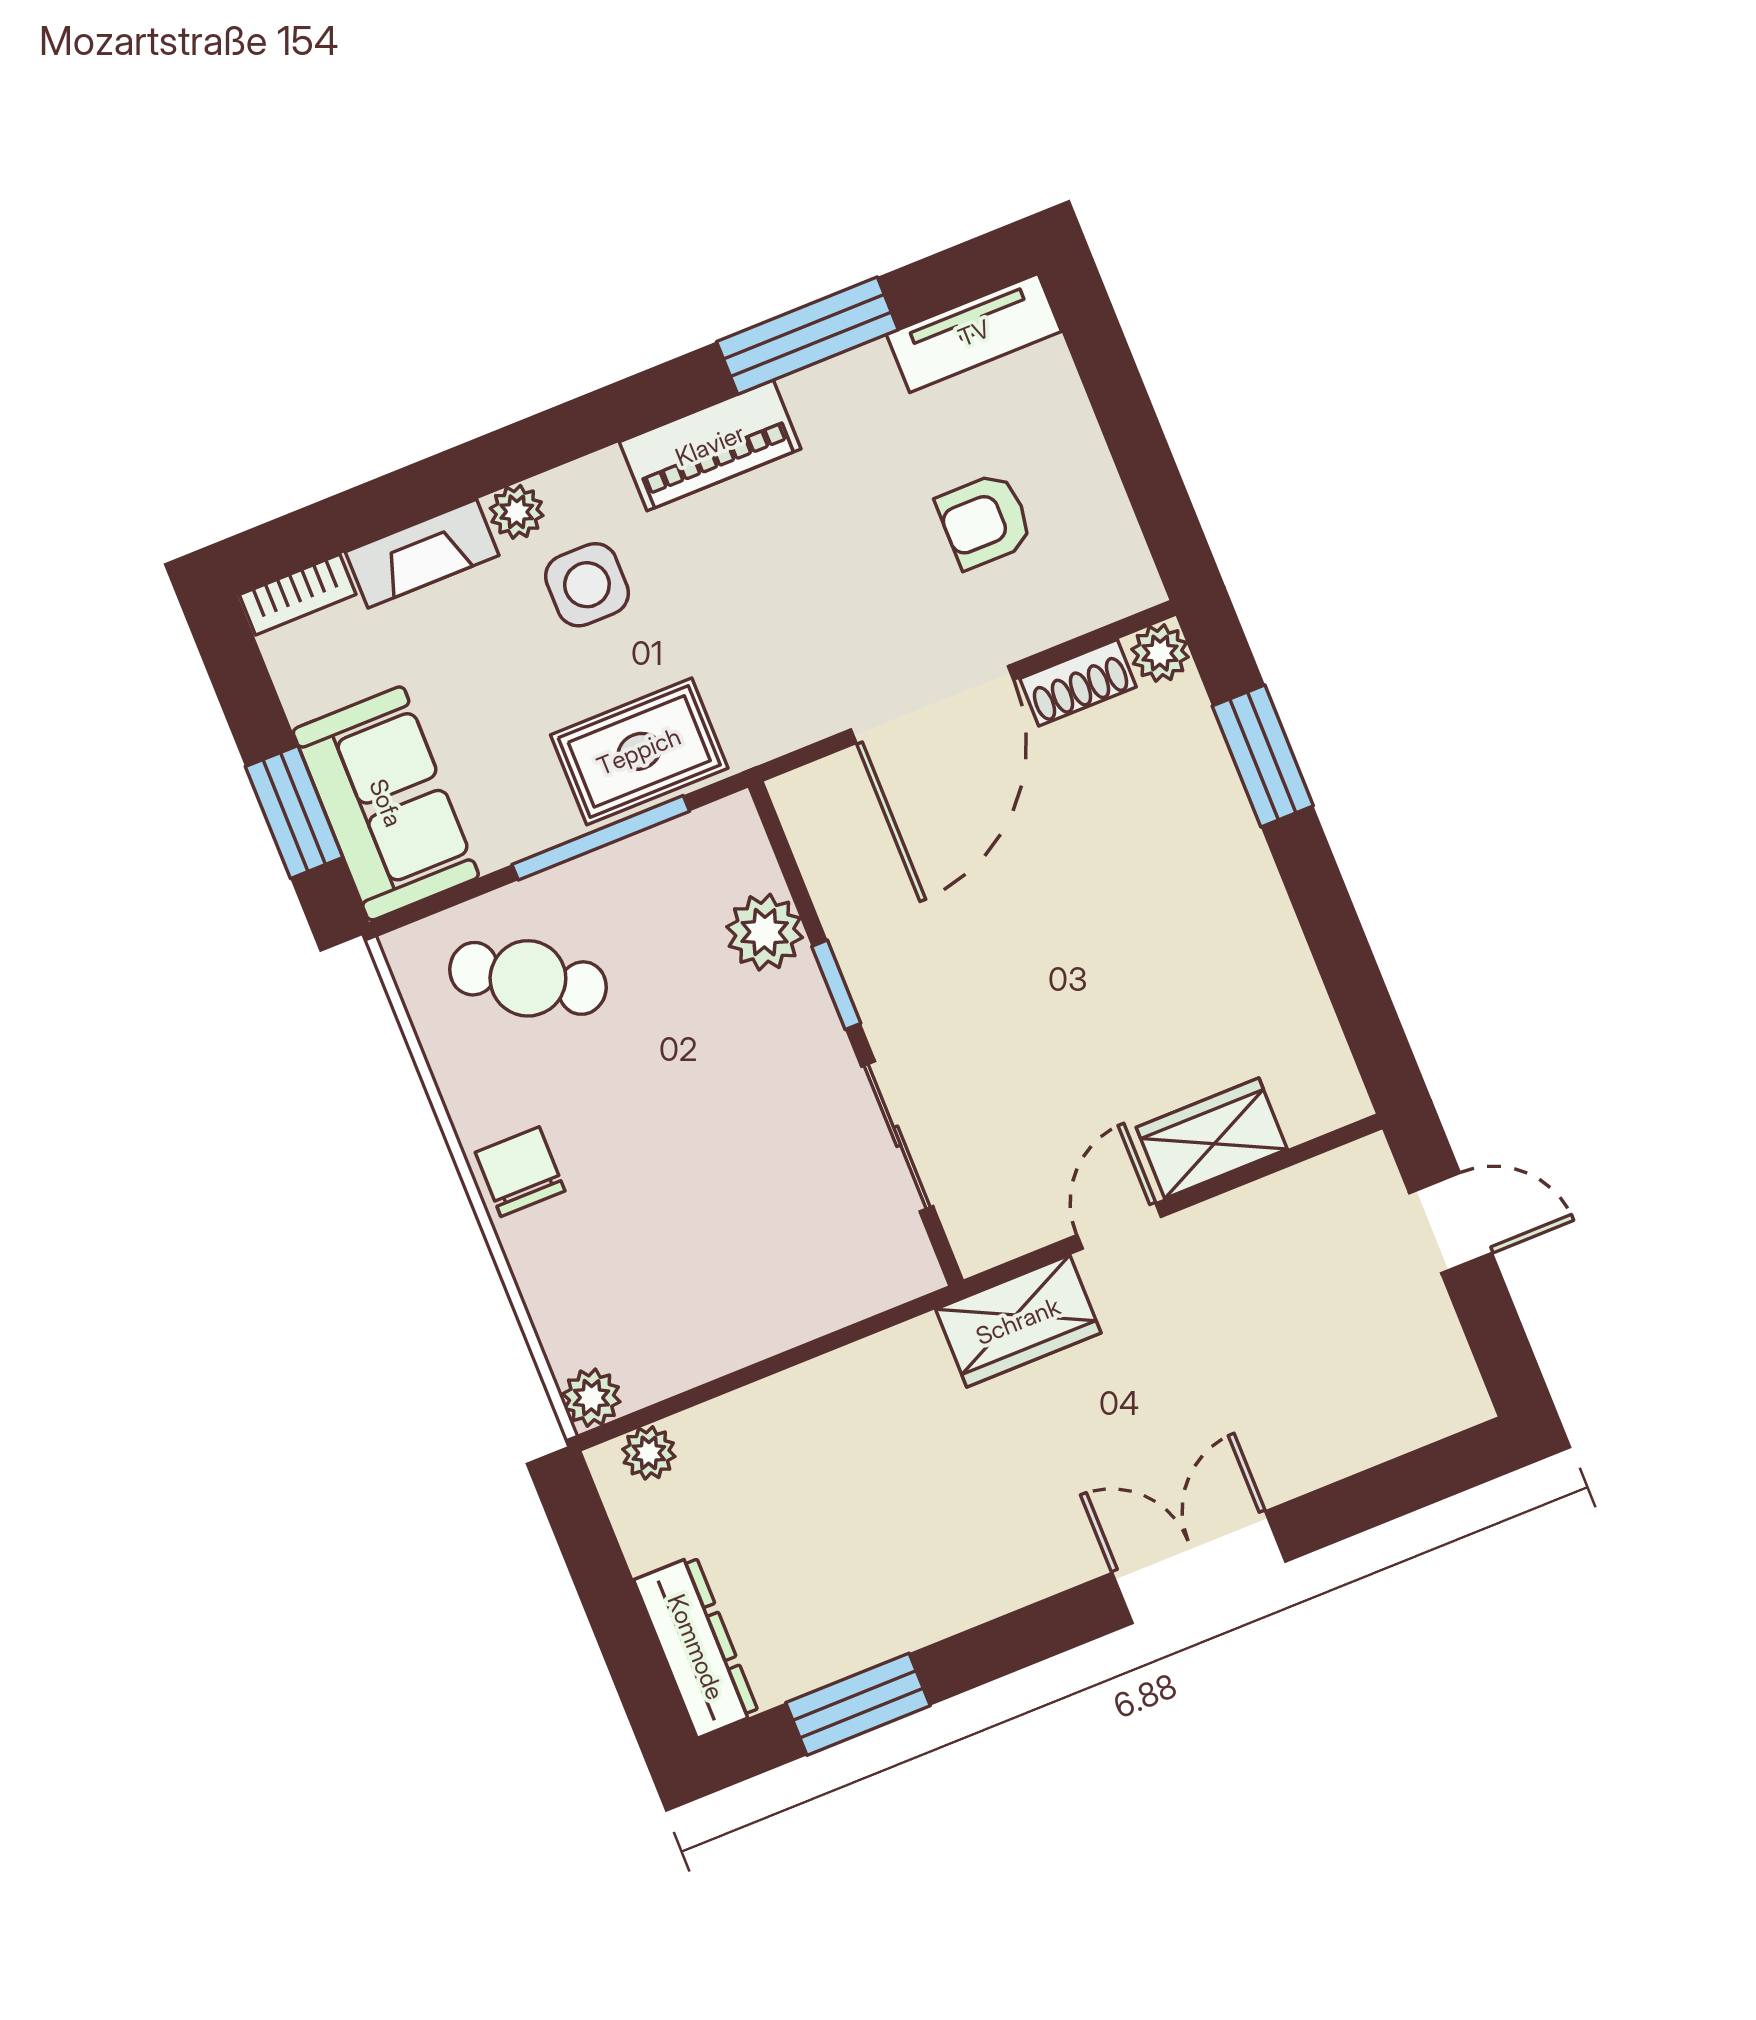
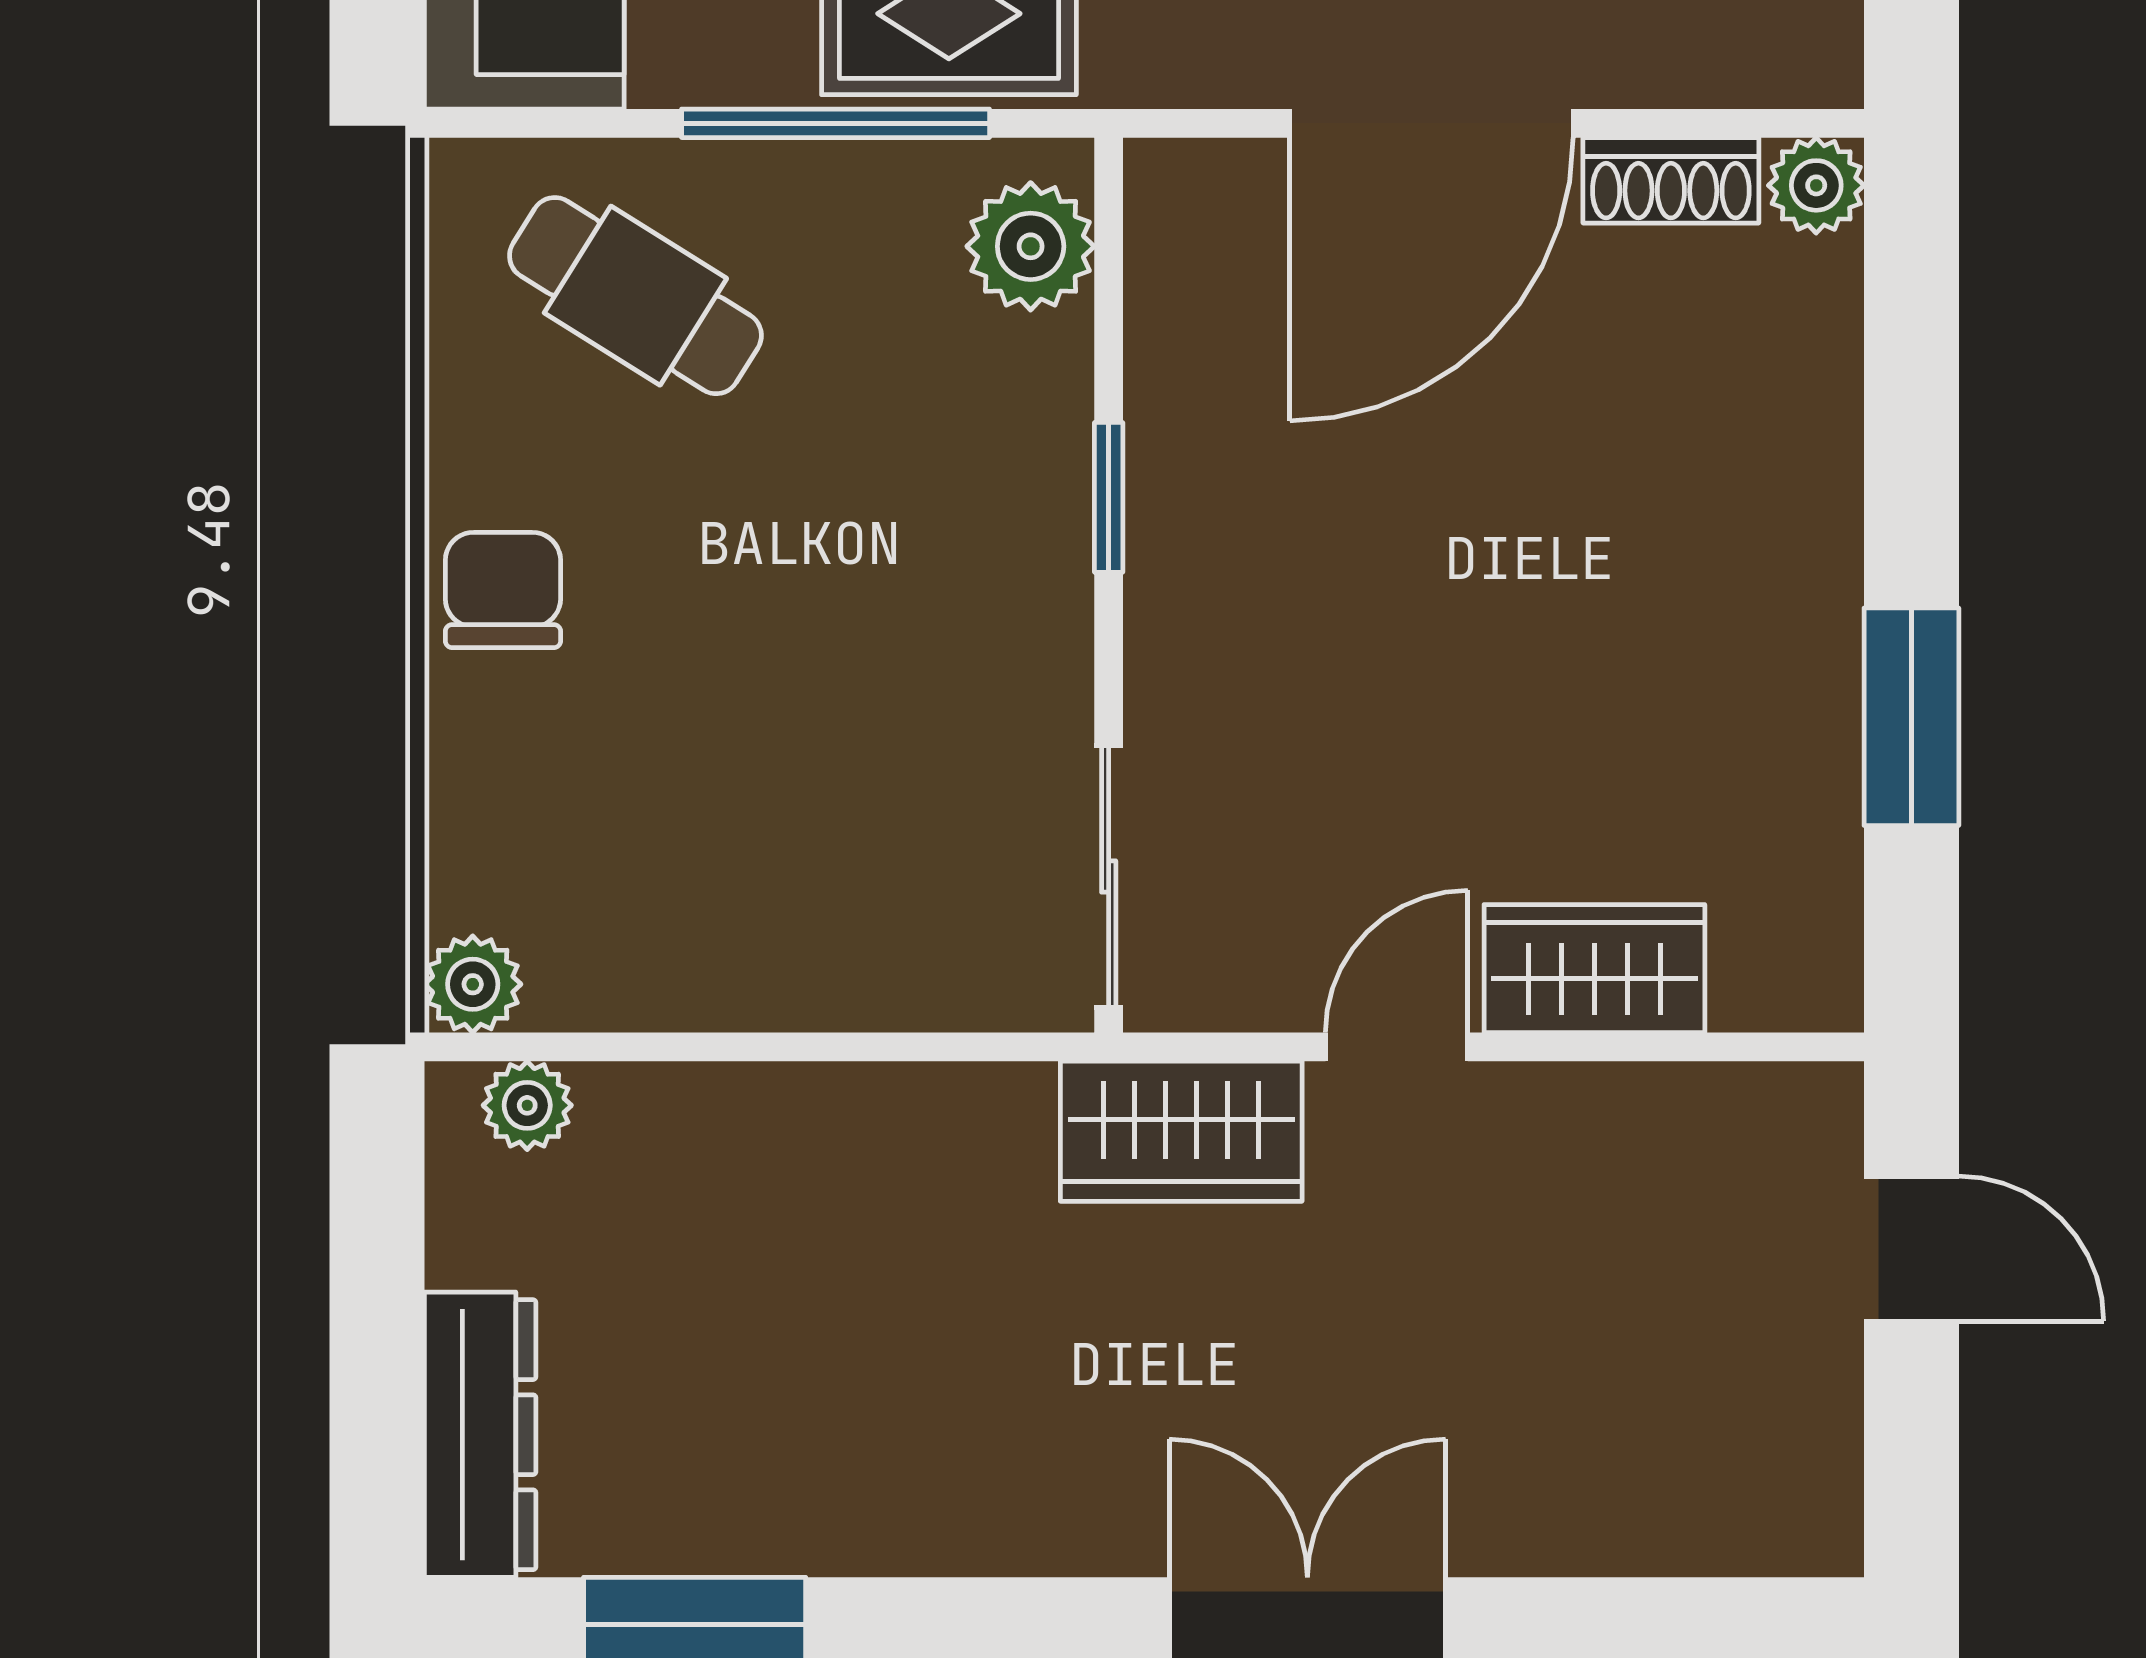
window: (1263, 756) -> (1911, 717), moved
plant: (765, 932) -> (1031, 246), moved
sliding door: (897, 1136) -> (1109, 877), moved

